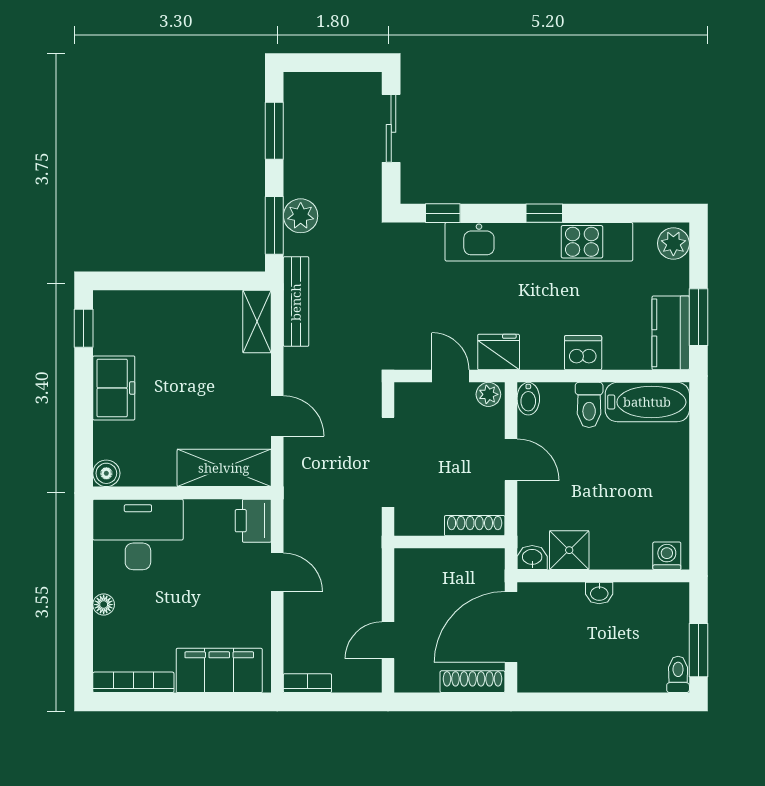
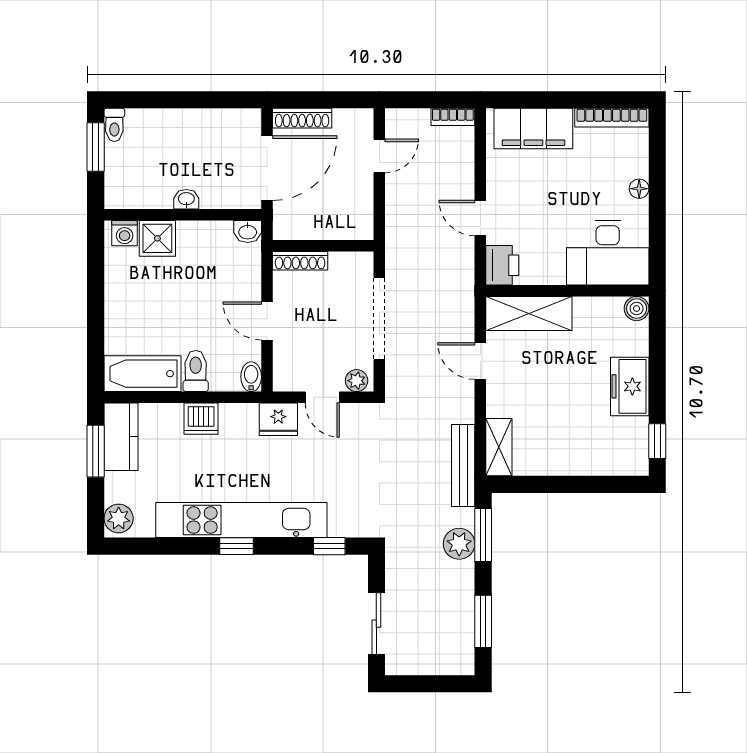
plant: (488, 394) -> (357, 381), moved
shower: (569, 550) -> (157, 238), moved

